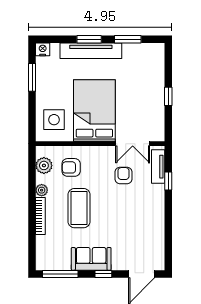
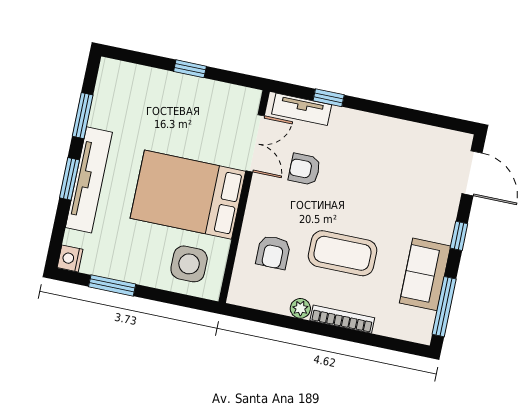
plant: (44, 165) -> (261, 296), removed
sofa: (91, 259) -> (425, 274), moved

